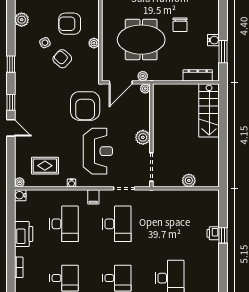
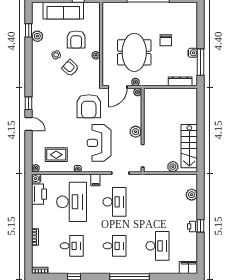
armchair: (70, 24) -> (76, 40), turned -90
meeting table: (141, 40) -> (134, 52), turned 90
window: (223, 52) -> (201, 62), width x1.44
window: (11, 64) -> (29, 30), moved
stairs: (209, 110) -> (189, 146), moved
reception desk: (98, 151) -> (99, 143), turned 180
plant: (212, 215) -> (192, 195), added
desk: (64, 224) -> (72, 202), width x1.36, depth x1.30
printer: (213, 233) -> (193, 226), moved
printer: (24, 234) -> (39, 194), moved
window: (223, 235) -> (201, 226), moved

